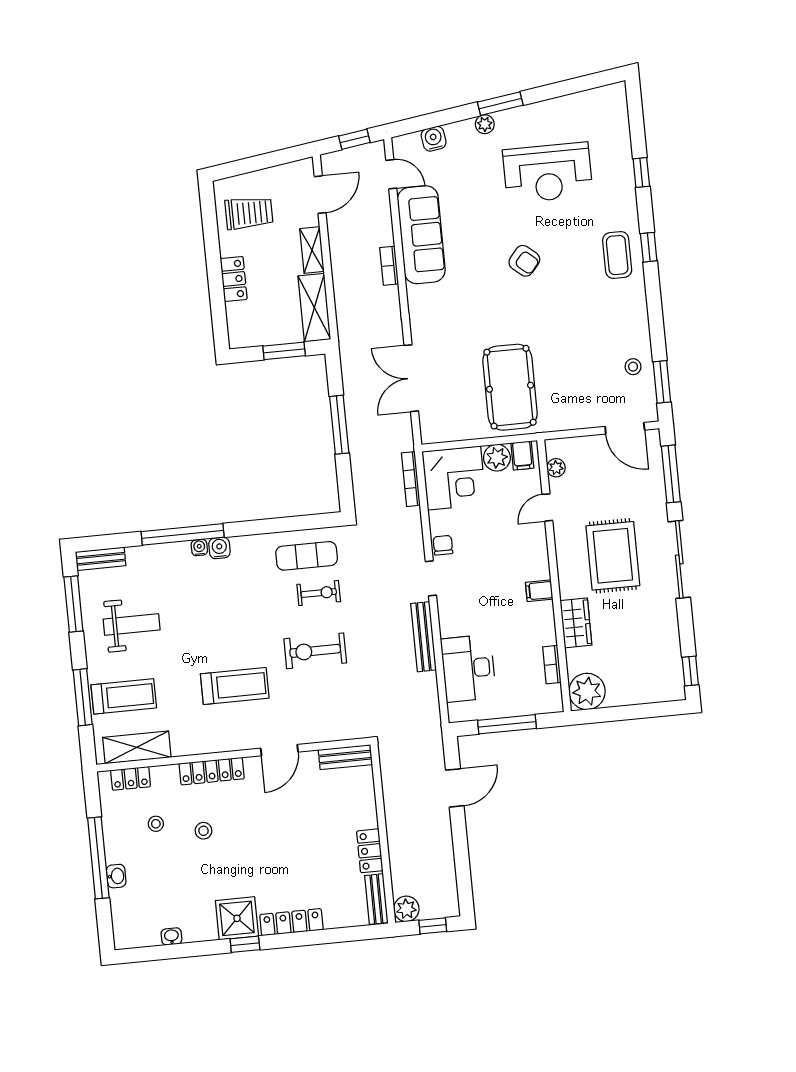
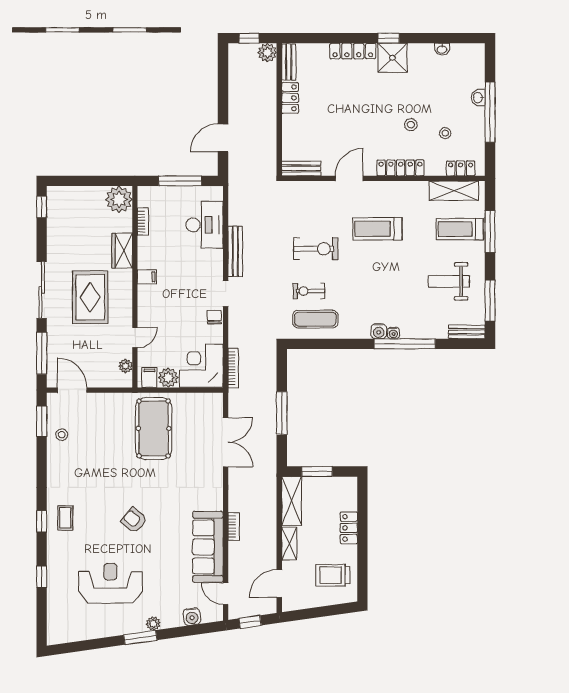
coffee table: (617, 255) -> (65, 518), width x0.73, depth x0.77
chair: (443, 545) -> (214, 317), turned 180

